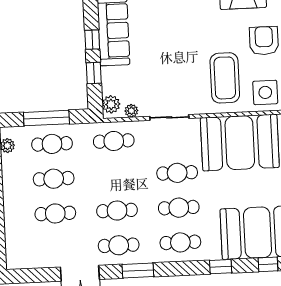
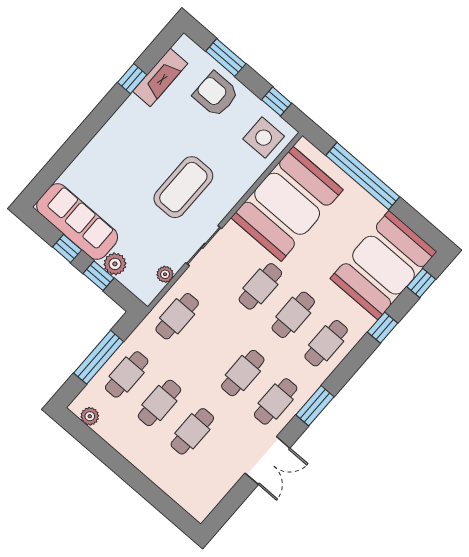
coffee table: (225, 78) -> (183, 187), moved, turned 90
plant: (111, 104) -> (115, 264), moved

